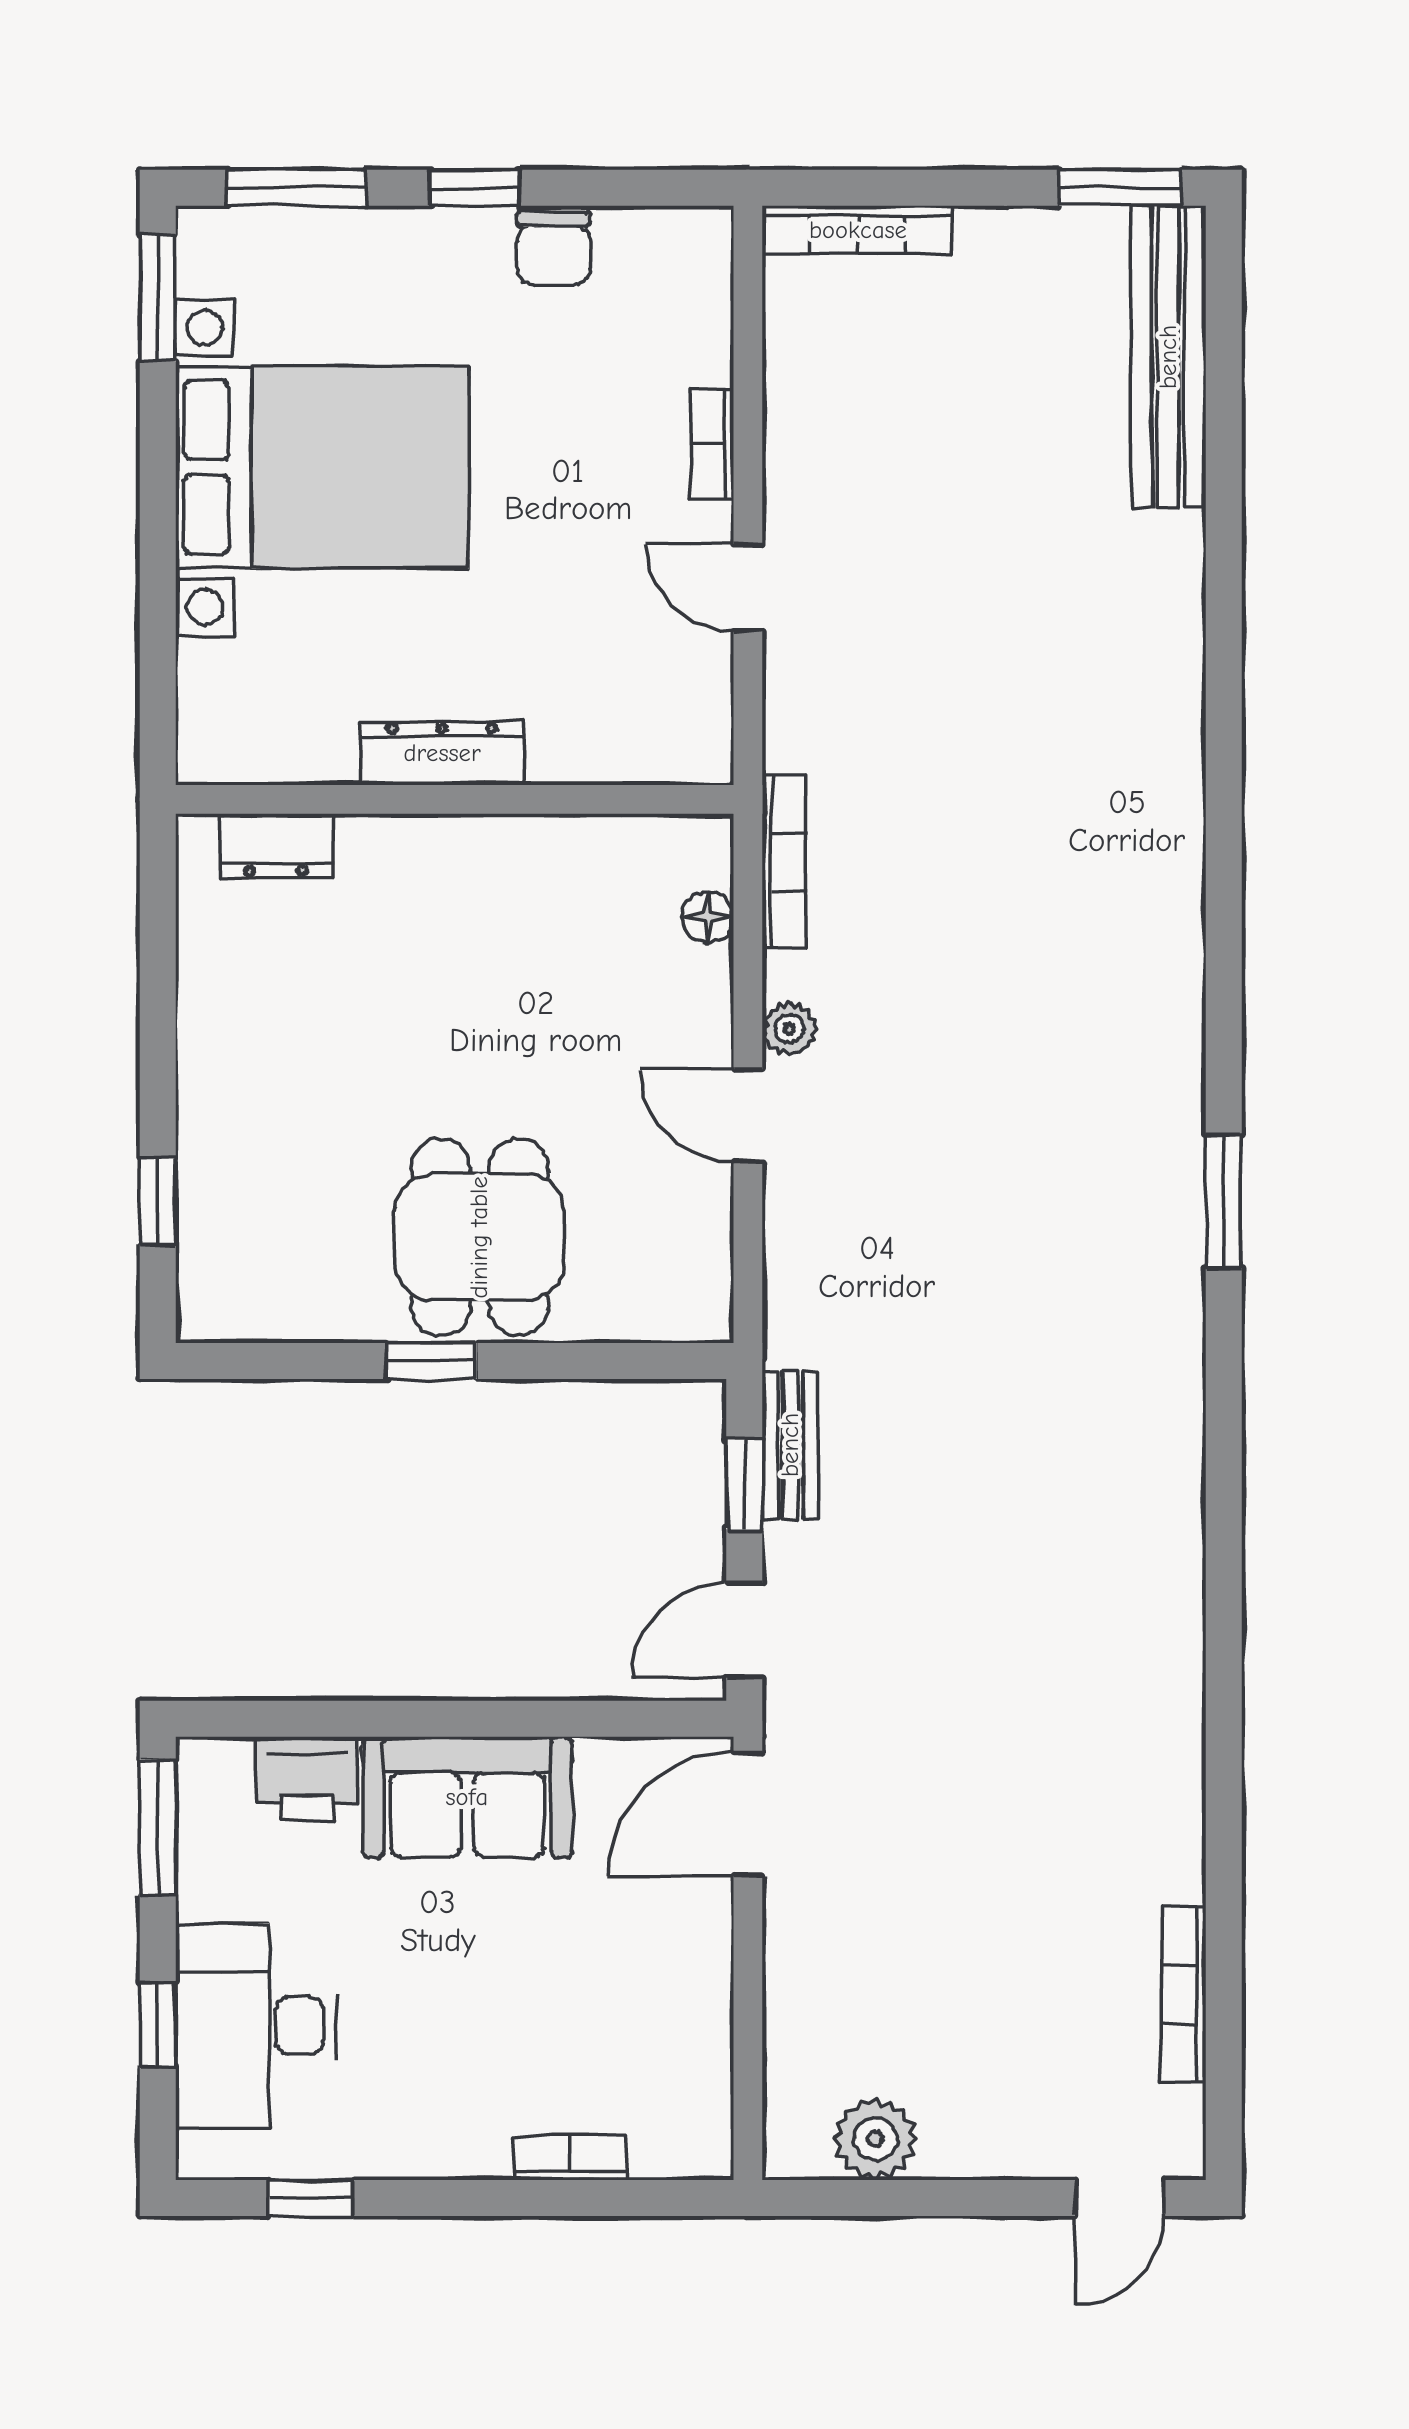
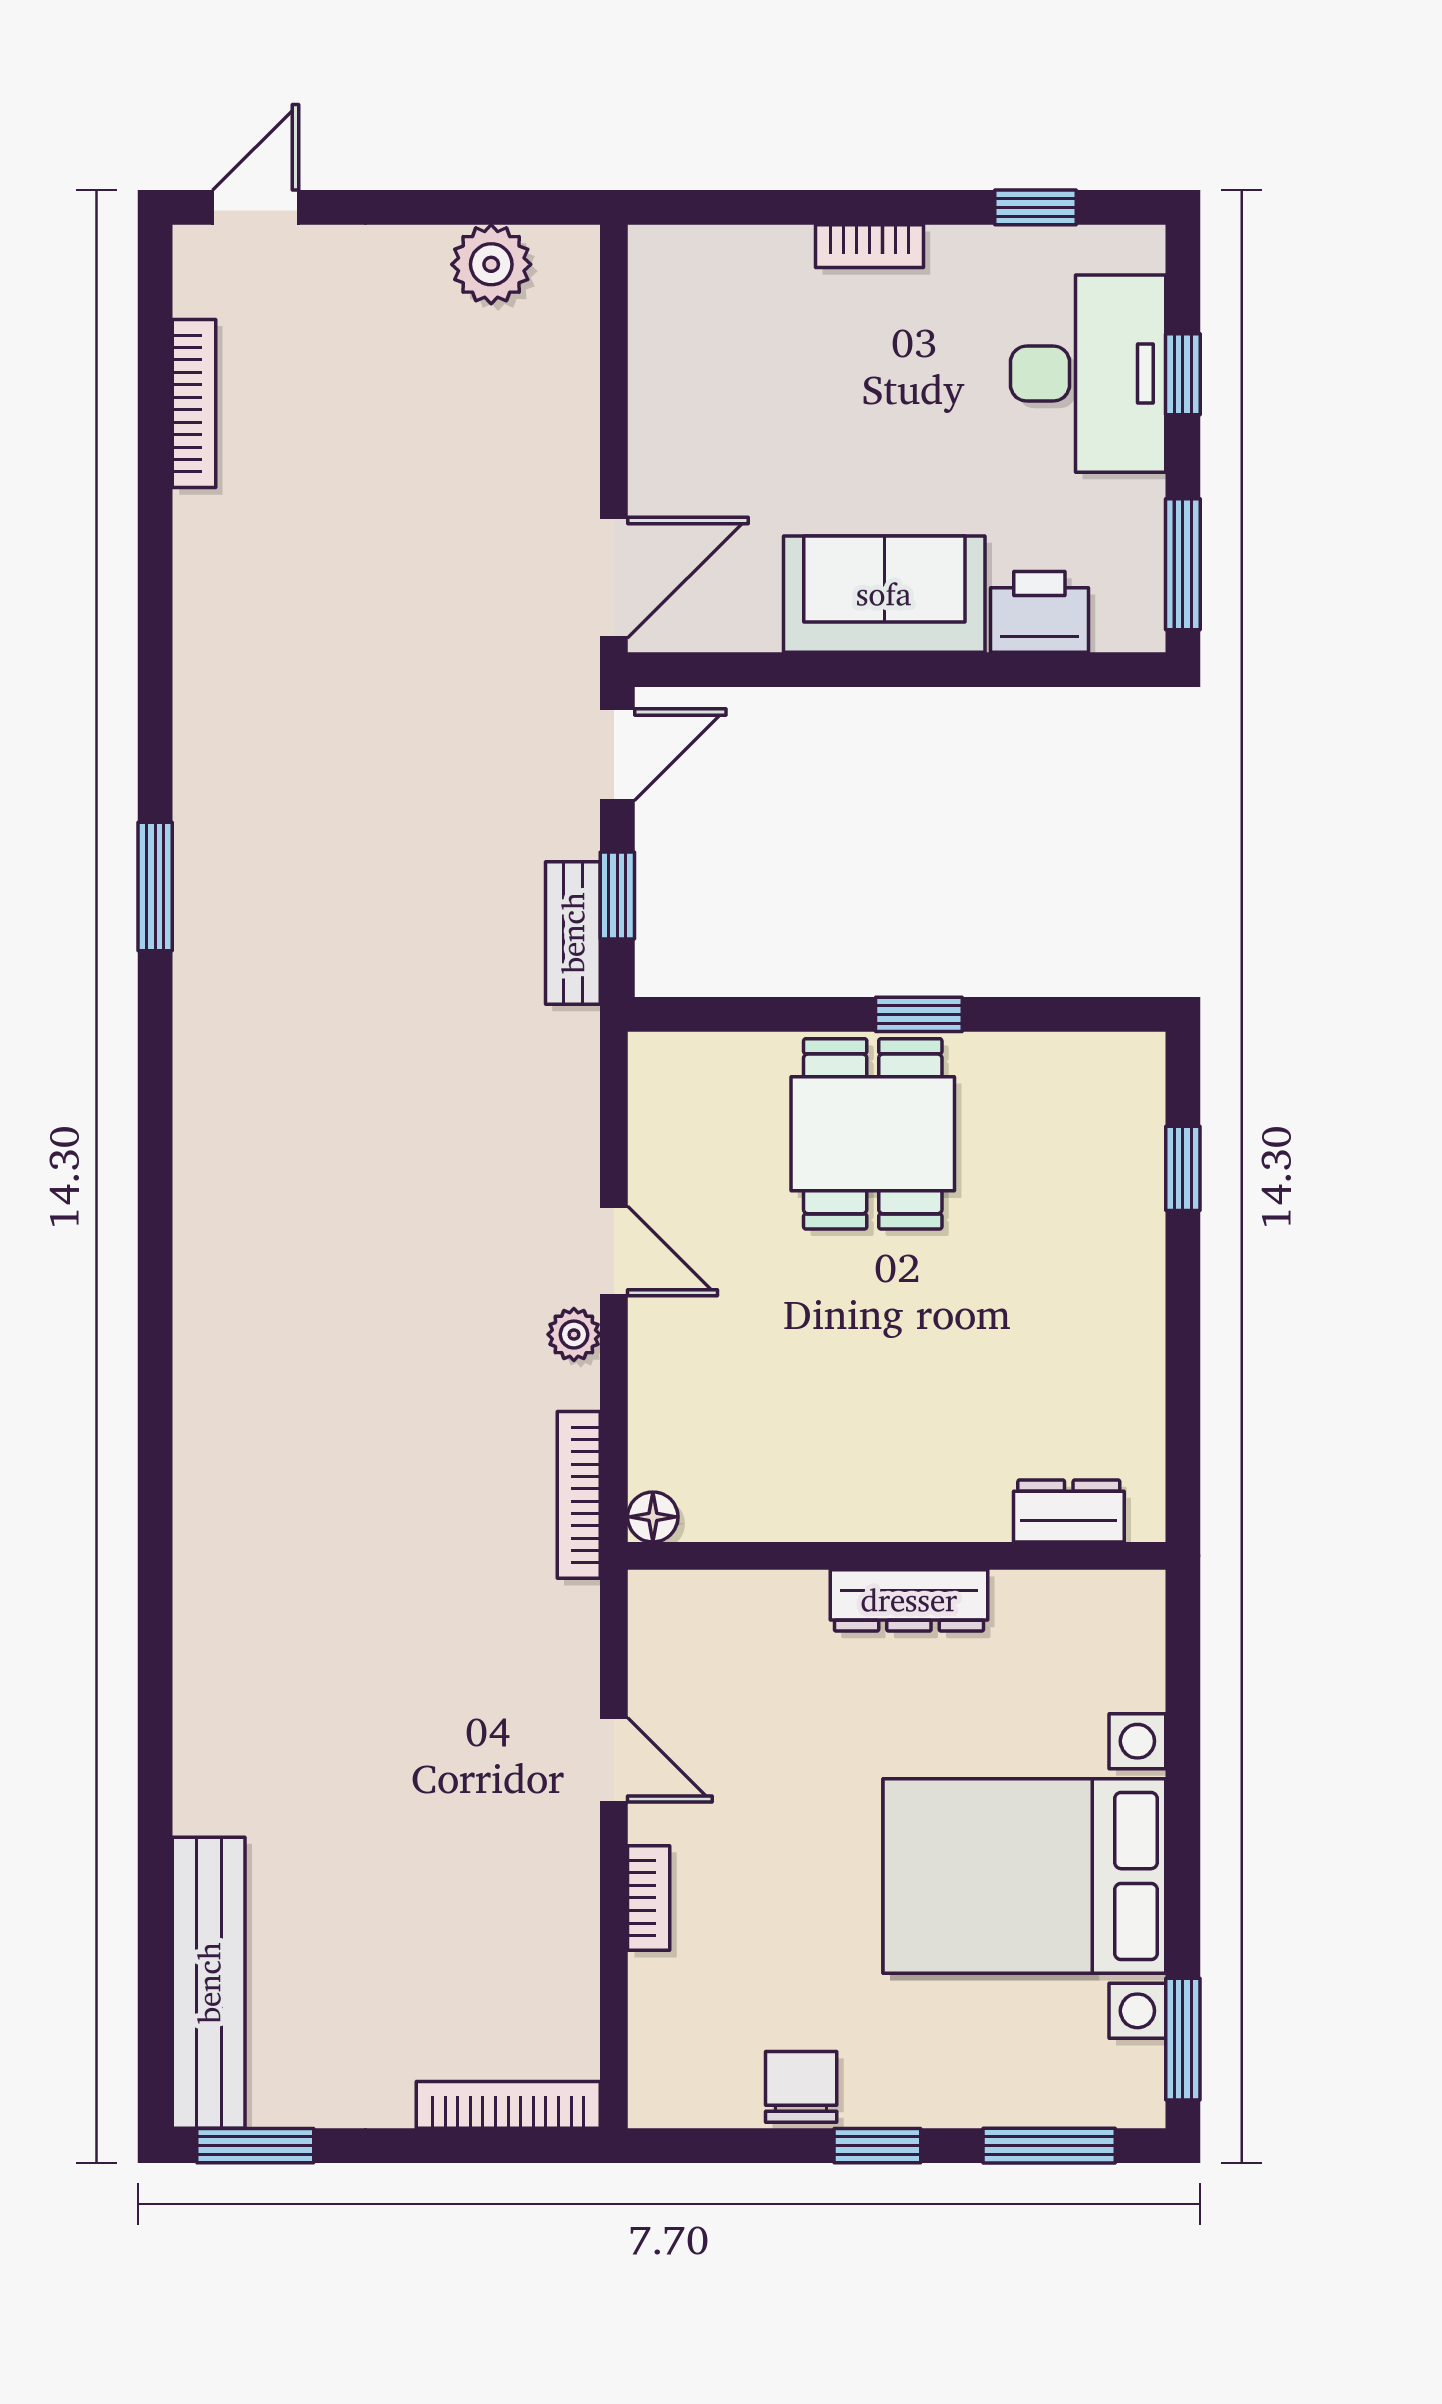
floor lamp: (708, 917) -> (653, 1517), moved
window: (1224, 1202) -> (155, 886), moved
bookcase: (571, 2158) -> (869, 246), moved

